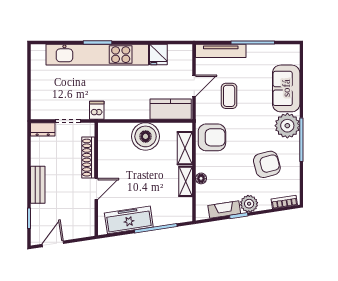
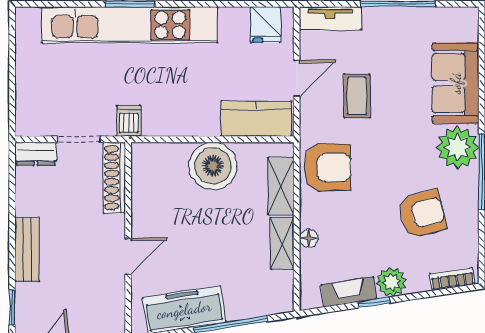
tv unit: (221, 51) -> (330, 18), width x0.71
fridge: (158, 54) -> (266, 25), moved
shoe rack: (88, 158) -> (114, 178), moved

